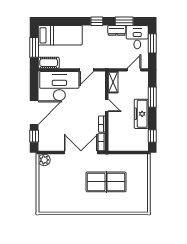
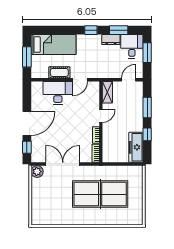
cot: (49, 63) -> (59, 72), moved
desk: (59, 86) -> (58, 93), width x0.73, depth x0.77
door: (107, 105) -> (101, 116), hinge flipped
freezer: (141, 114) -> (136, 147), moved
window: (152, 136) -> (147, 134), moved
double door: (81, 152) -> (63, 164), moved
table tennis table: (106, 182) -> (100, 194), width x1.36, depth x1.32

